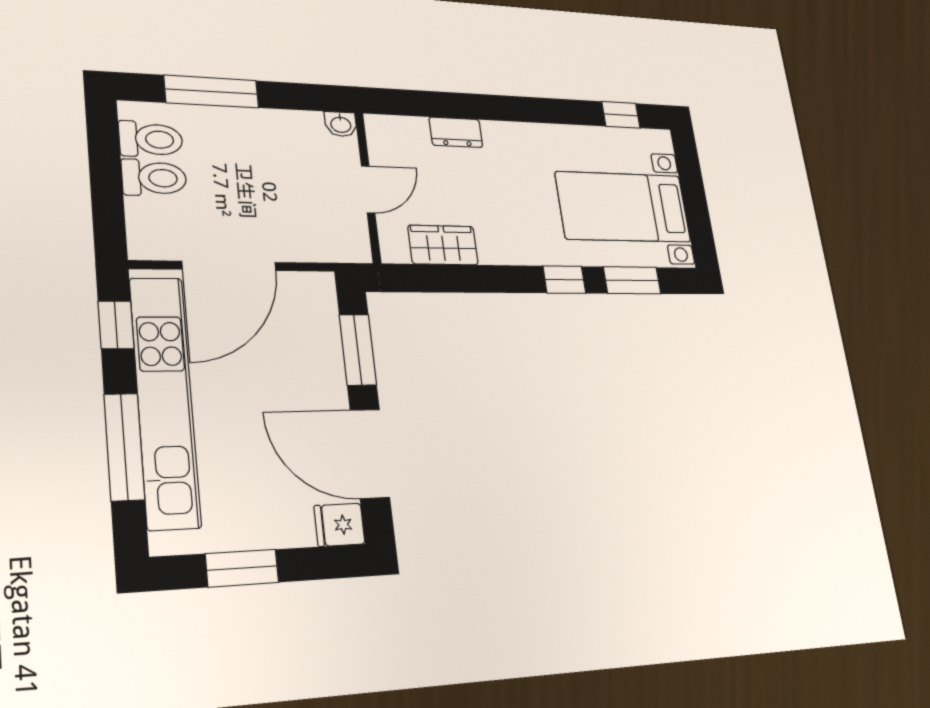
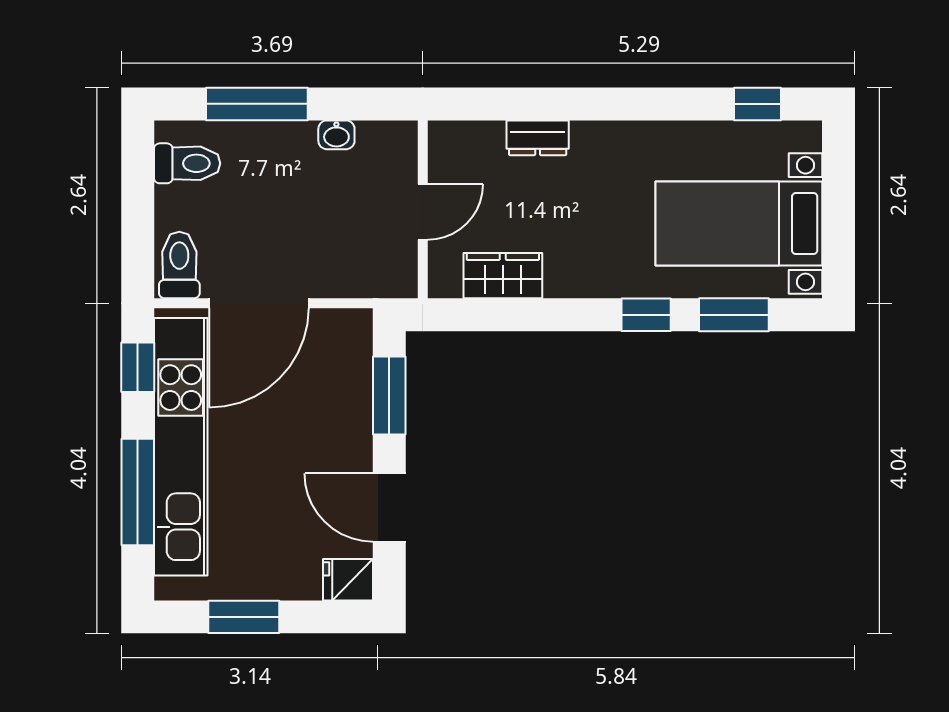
washbasin: (341, 124) -> (336, 135), moved
toilet: (154, 178) -> (179, 265), moved, turned -90
door: (370, 454) -> (389, 508), width x0.73

